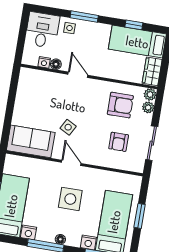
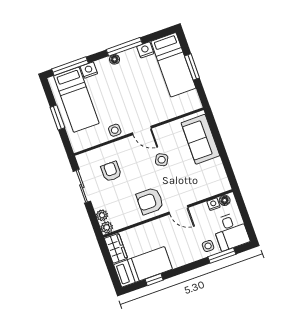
window: (84, 17) -> (222, 255), moved
floor lamp: (56, 64) -> (225, 200), moved
armchair: (120, 105) -> (150, 201), moved
sofa: (31, 141) -> (200, 139), moved, turned 90
side table: (70, 199) -> (115, 130), moved, width x0.54, depth x0.54

